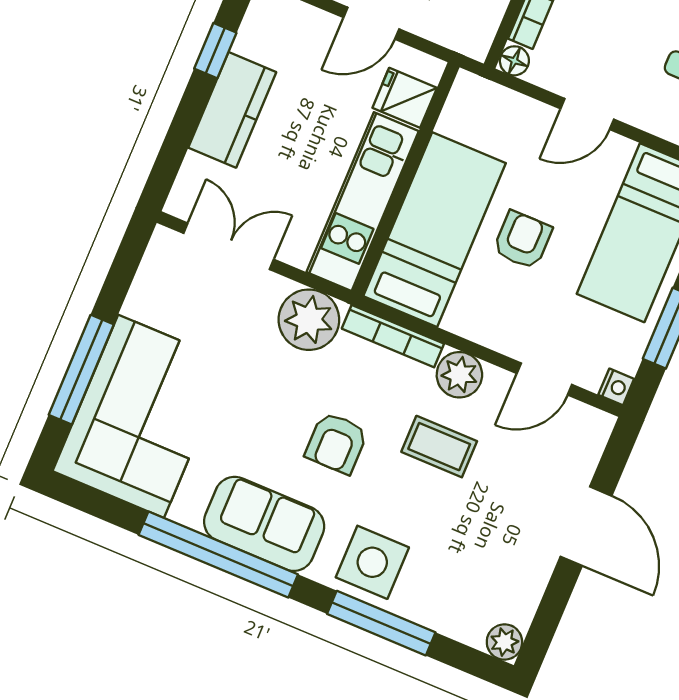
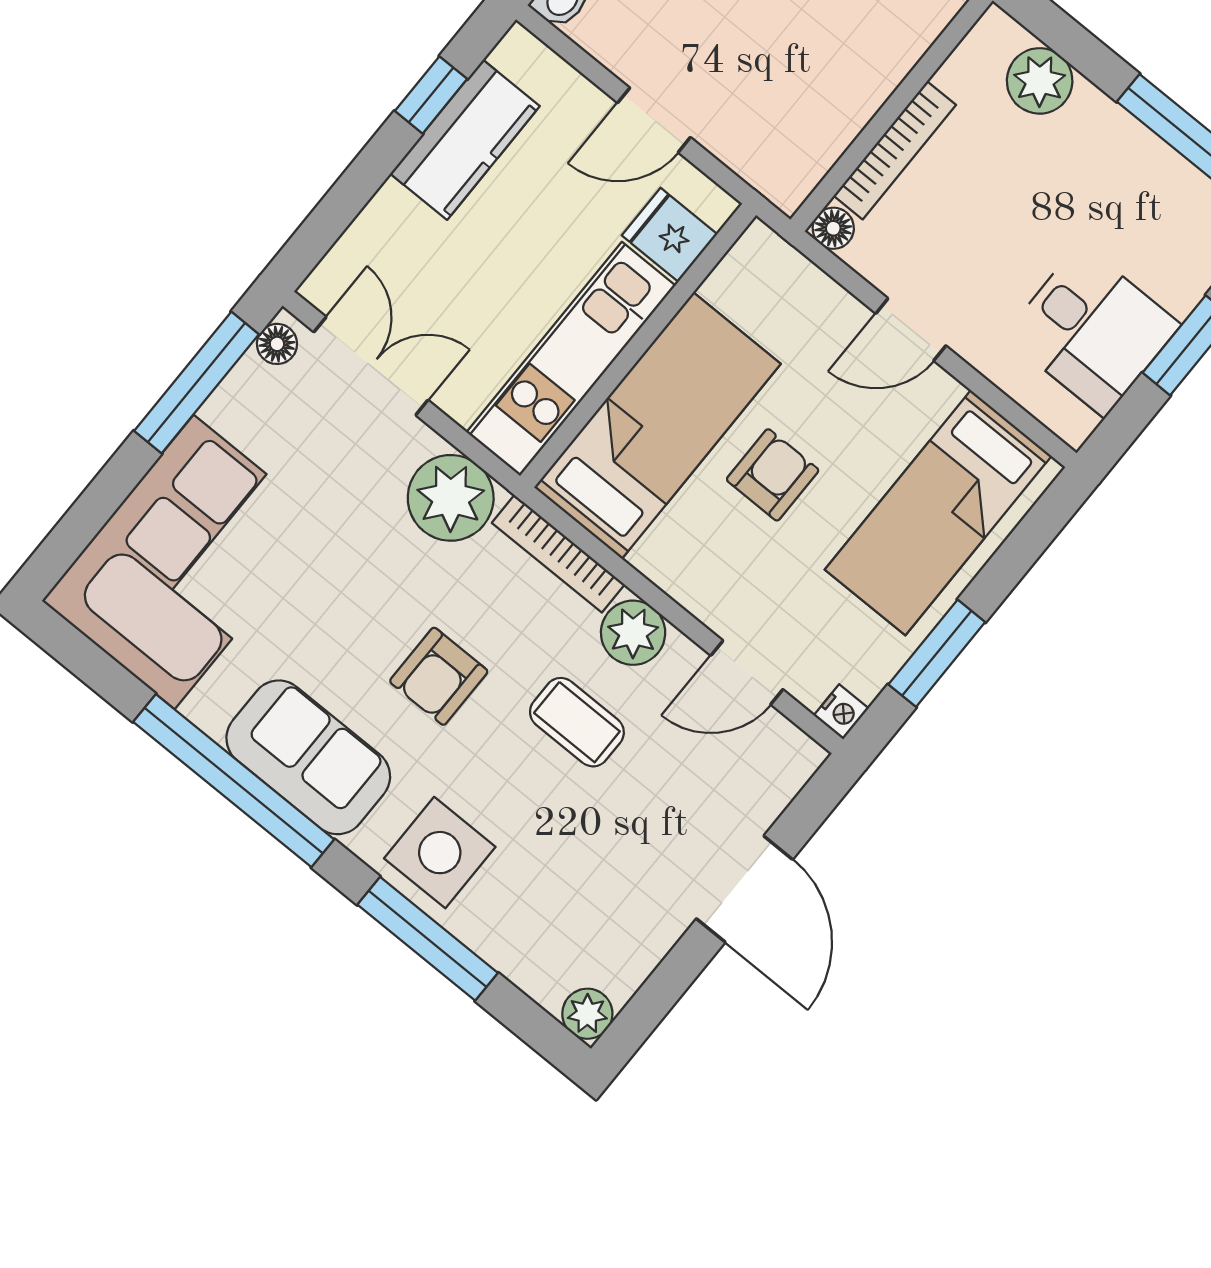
kitchen counter: (232, 110) -> (465, 140), moved
floor lamp: (161, 250) -> (277, 344), added
window: (81, 370) -> (196, 383), moved

